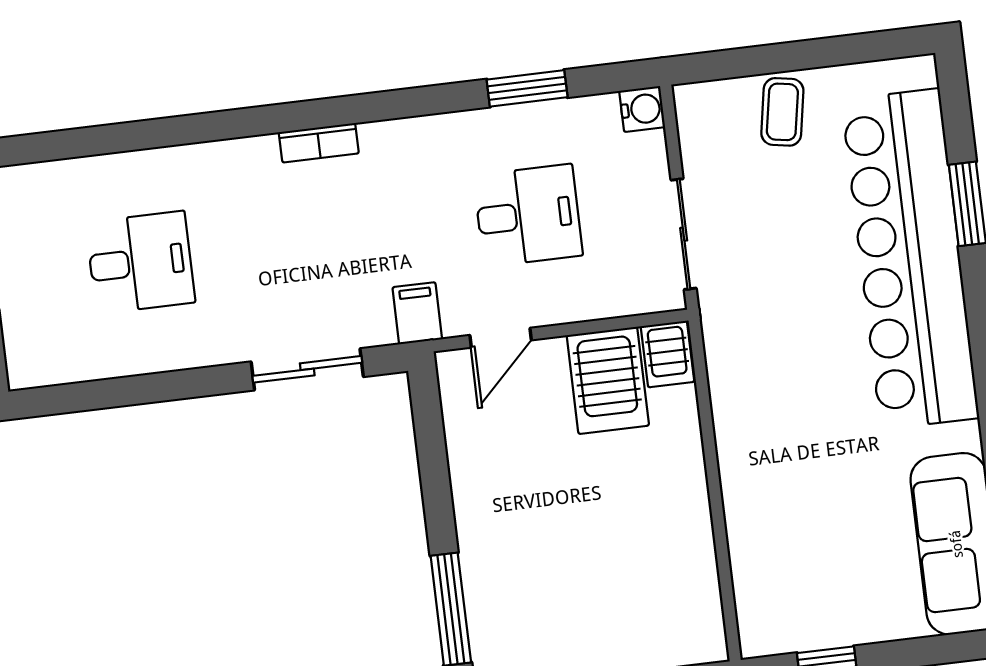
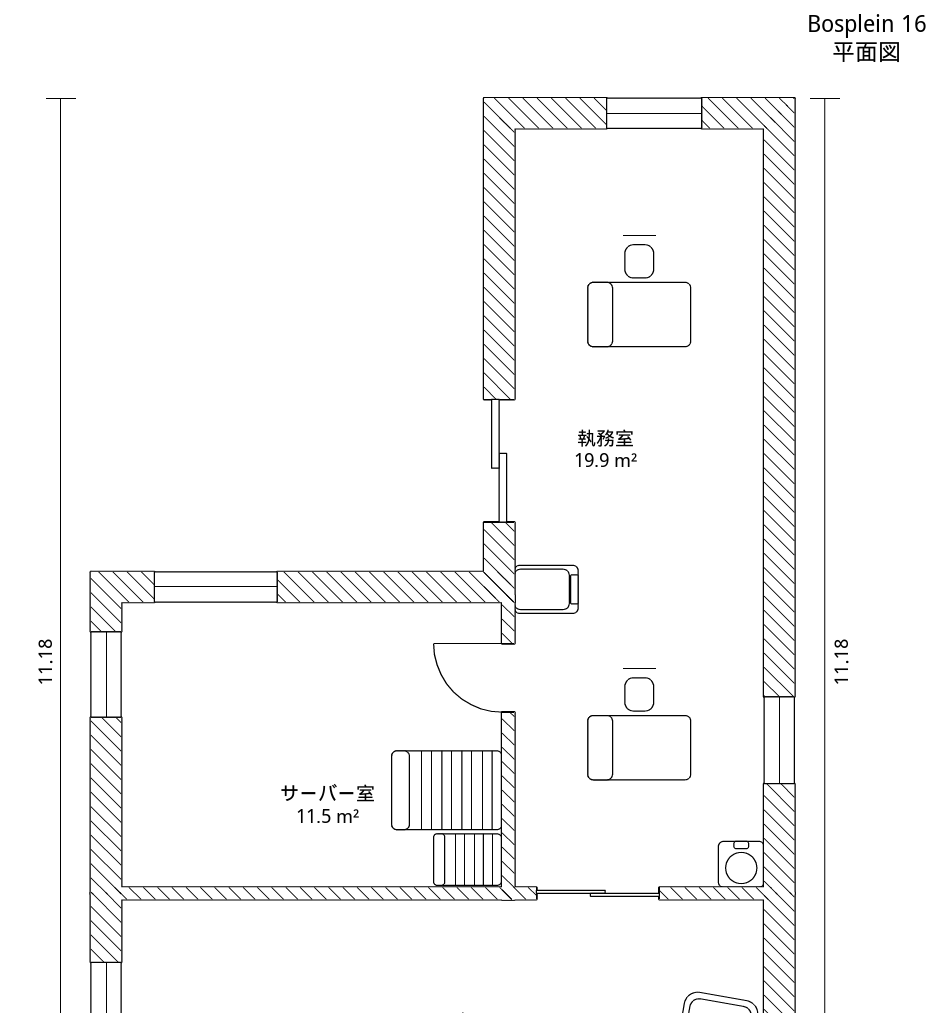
bookcase: (319, 143) -> (747, 504), removed

